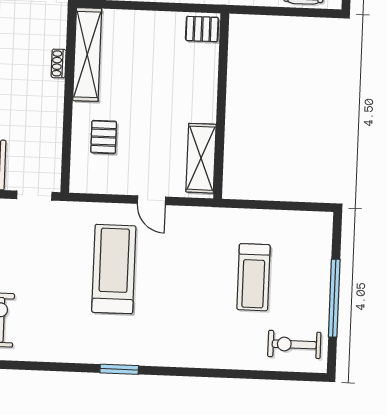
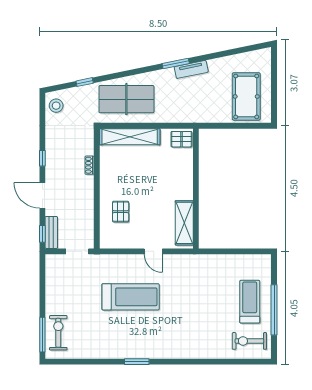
shelving: (87, 55) -> (130, 137), moved, turned 90
treadmill: (114, 269) -> (131, 297), turned 90
treadmill: (253, 277) -> (250, 302), moved, turned 180

